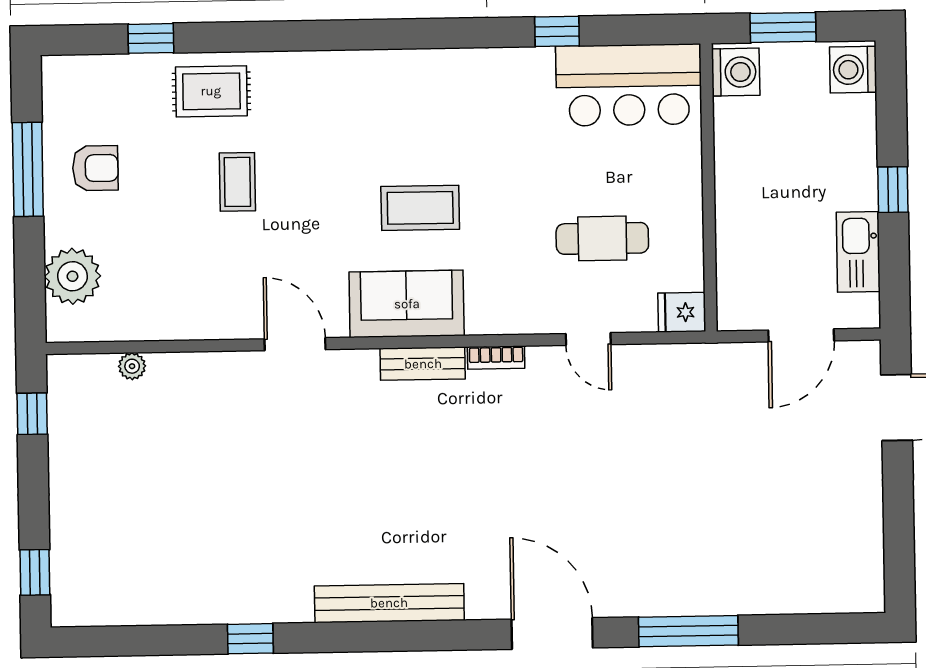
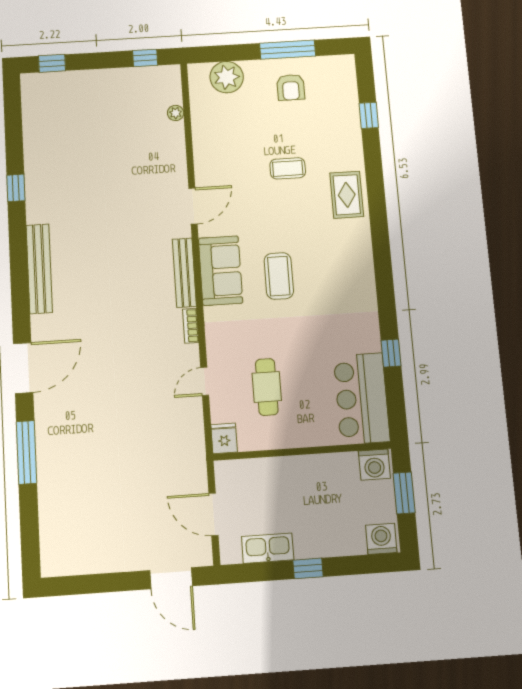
rug: (211, 91) -> (347, 195), moved
bench: (423, 364) -> (184, 273), width x1.36

